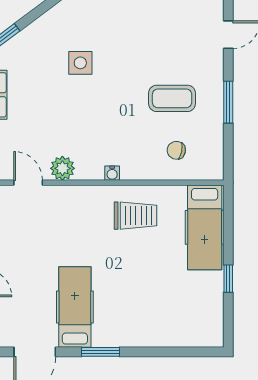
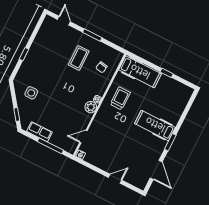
side table: (80, 63) -> (31, 93), moved
plant: (62, 168) -> (91, 107), moved
hospital bed: (75, 307) -> (155, 125), moved

